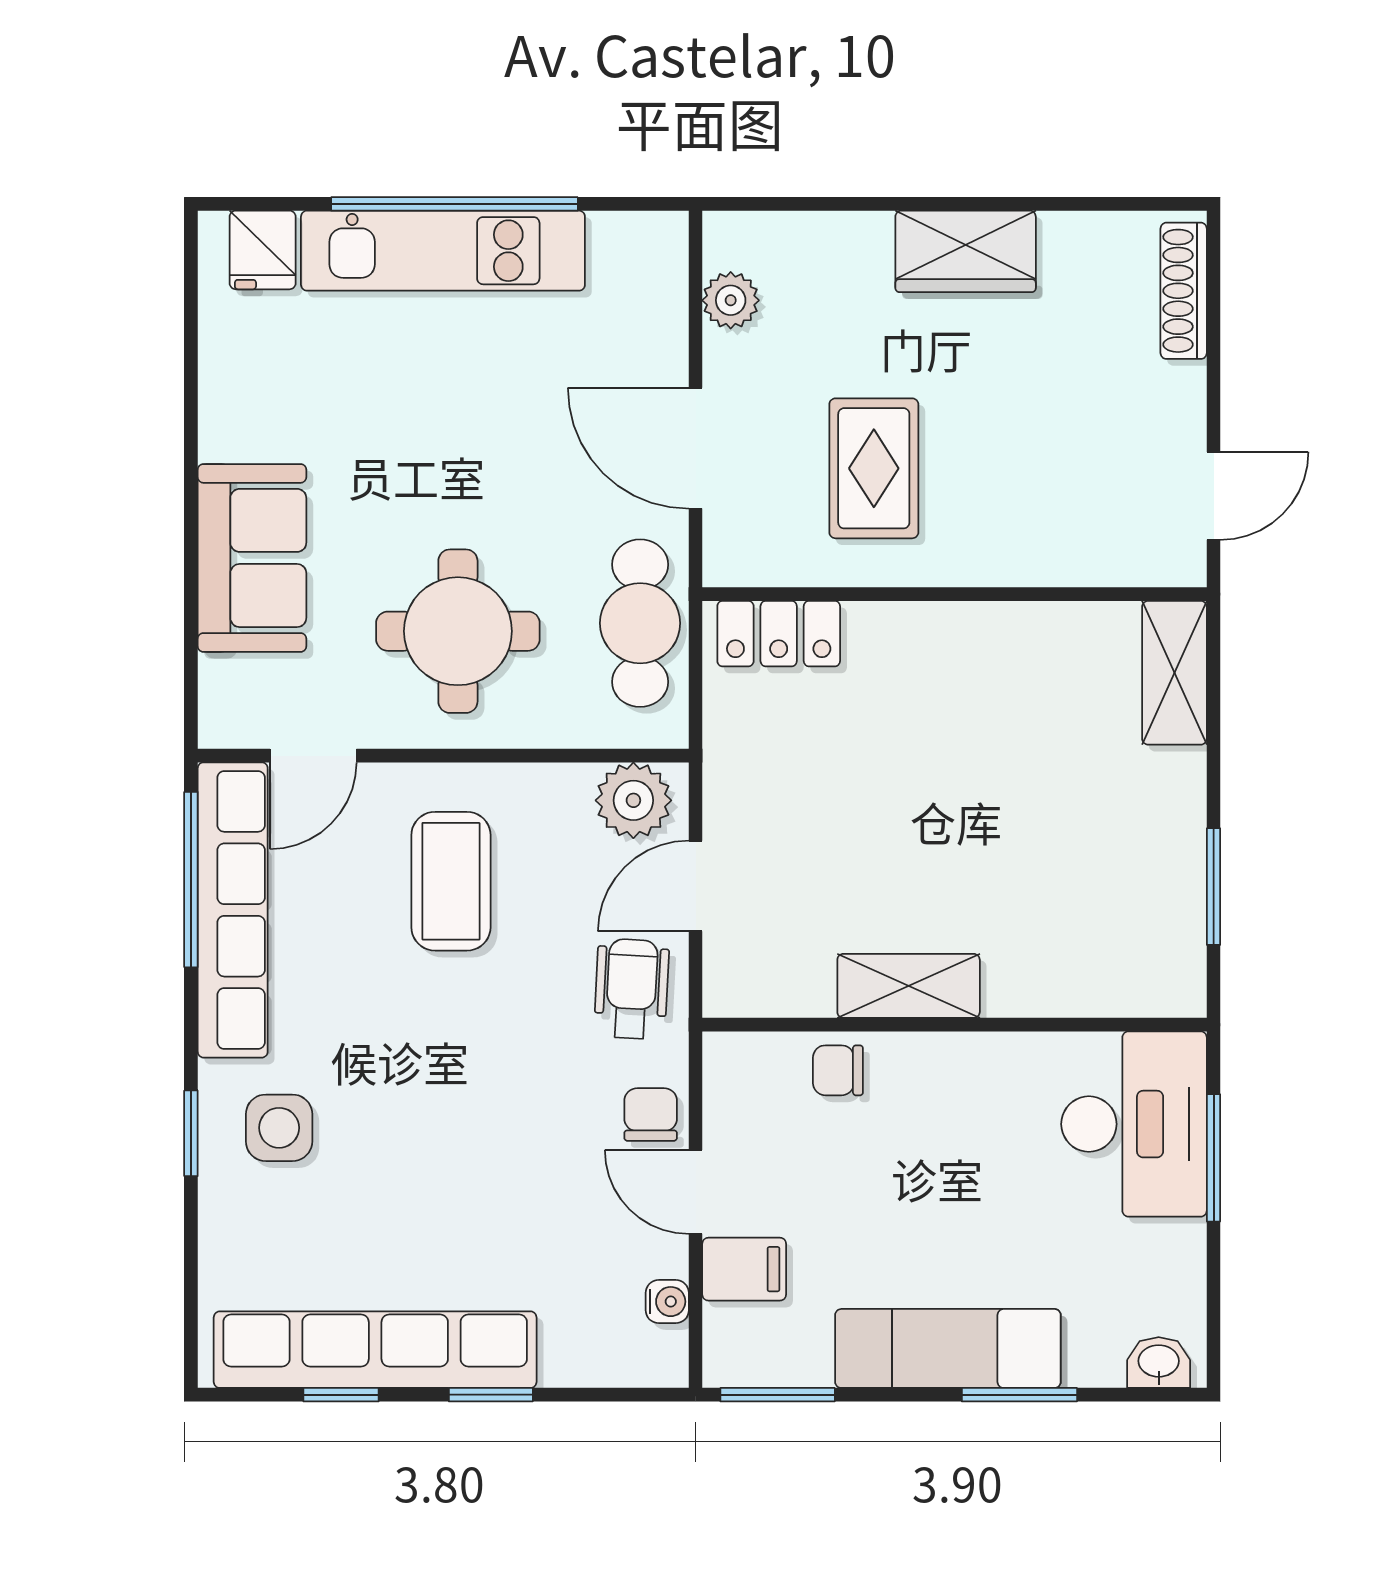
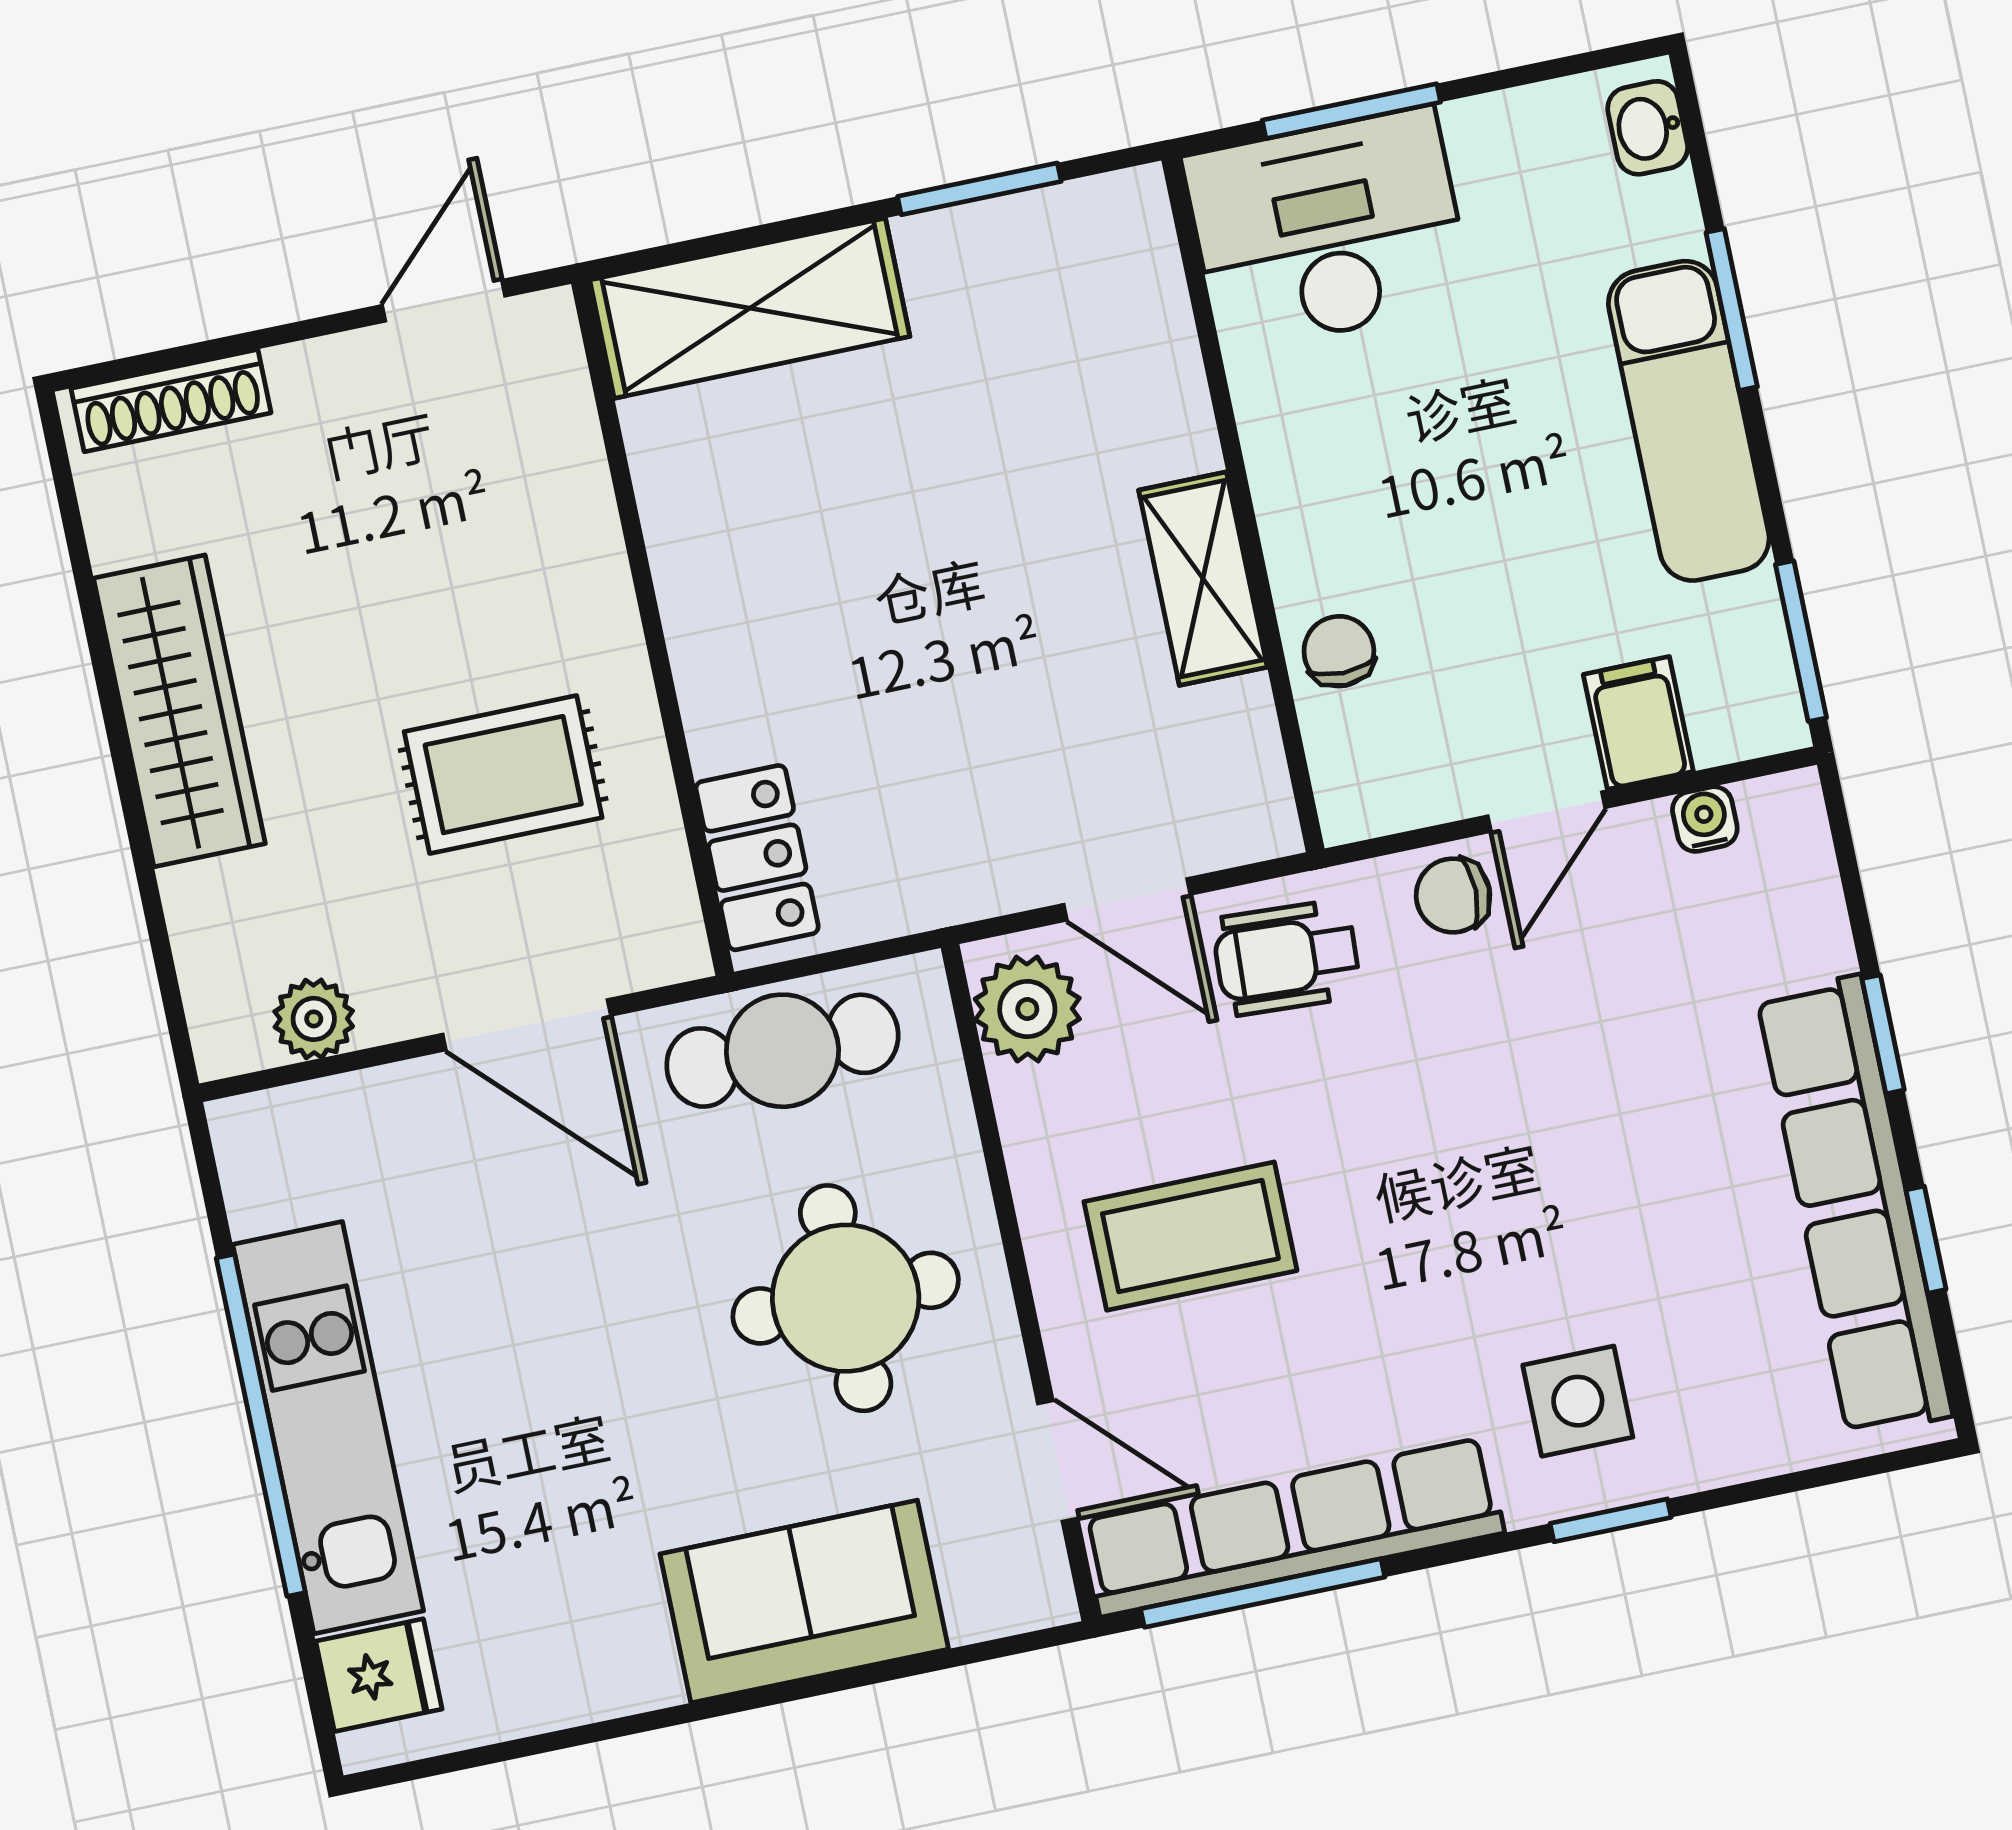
wardrobe: (966, 251) -> (179, 711), width x1.50
door: (696, 448) -> (527, 1025), hinge flipped
door: (1214, 496) -> (444, 301), hinge flipped
shelving: (1174, 673) -> (750, 308), width x1.50, depth x1.33
chair: (838, 1070) -> (1339, 651), turned 180

